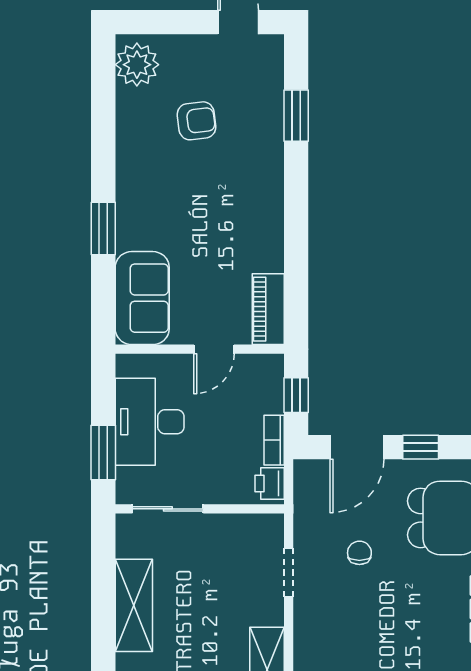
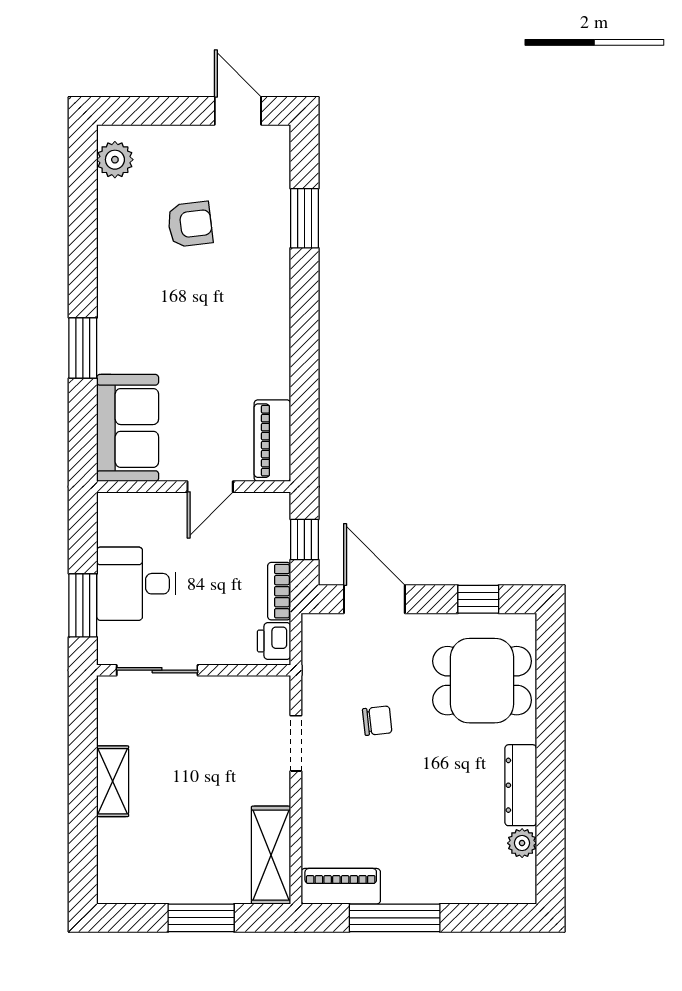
plant: (137, 65) -> (115, 160), width x0.73, depth x0.73
desk: (150, 422) -> (136, 584), width x0.73
door: (357, 447) -> (374, 599), swing flipped
window: (421, 447) -> (478, 599), moved
chair: (359, 553) -> (377, 721), turned 84
shelving: (134, 605) -> (113, 781), width x0.67, depth x0.75

